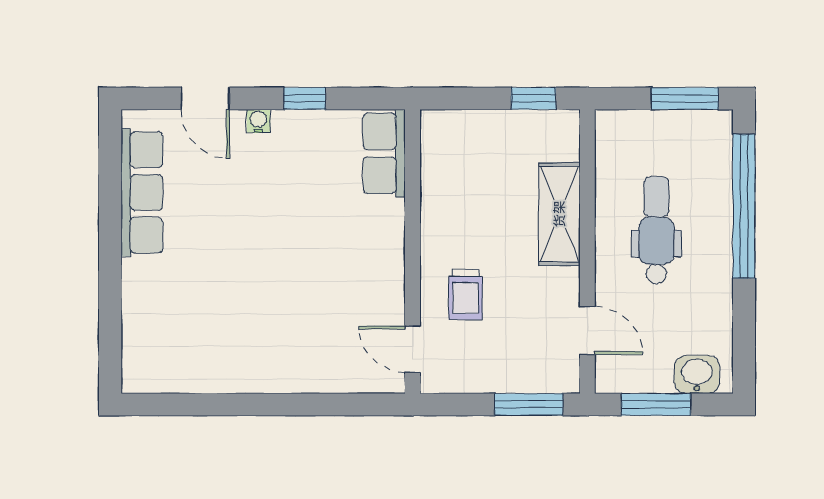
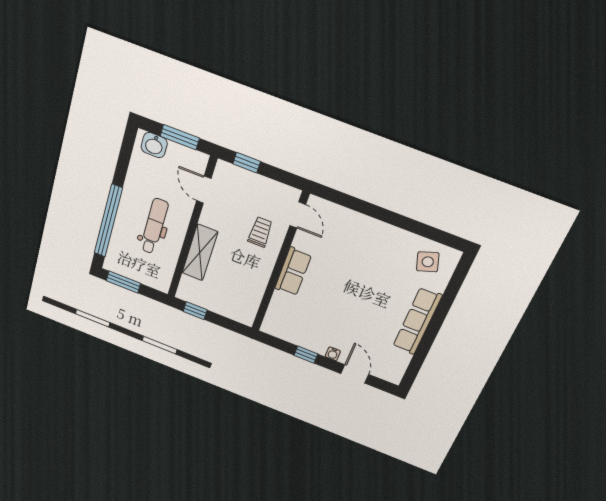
row of seats: (384, 153) -> (293, 272), moved
row of seats: (142, 192) -> (417, 321), moved
dental chair: (656, 230) -> (154, 226), turned 180
side table: (170, 355) -> (428, 262), added
window: (529, 404) -> (247, 163), width x0.67

